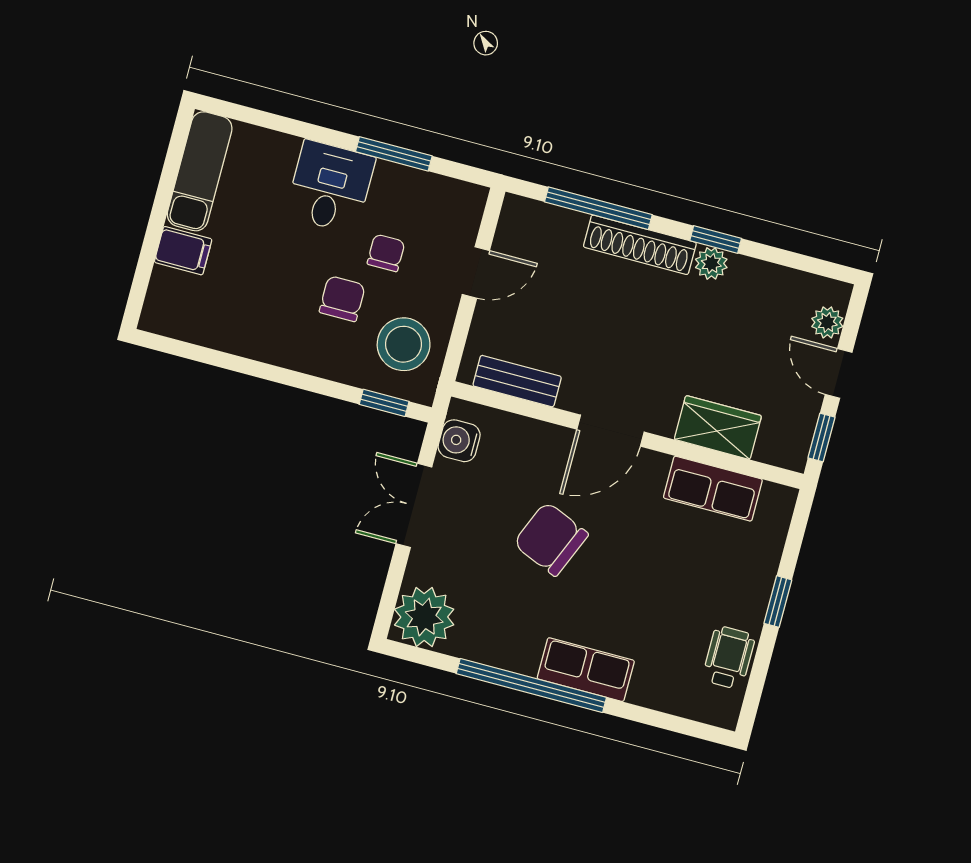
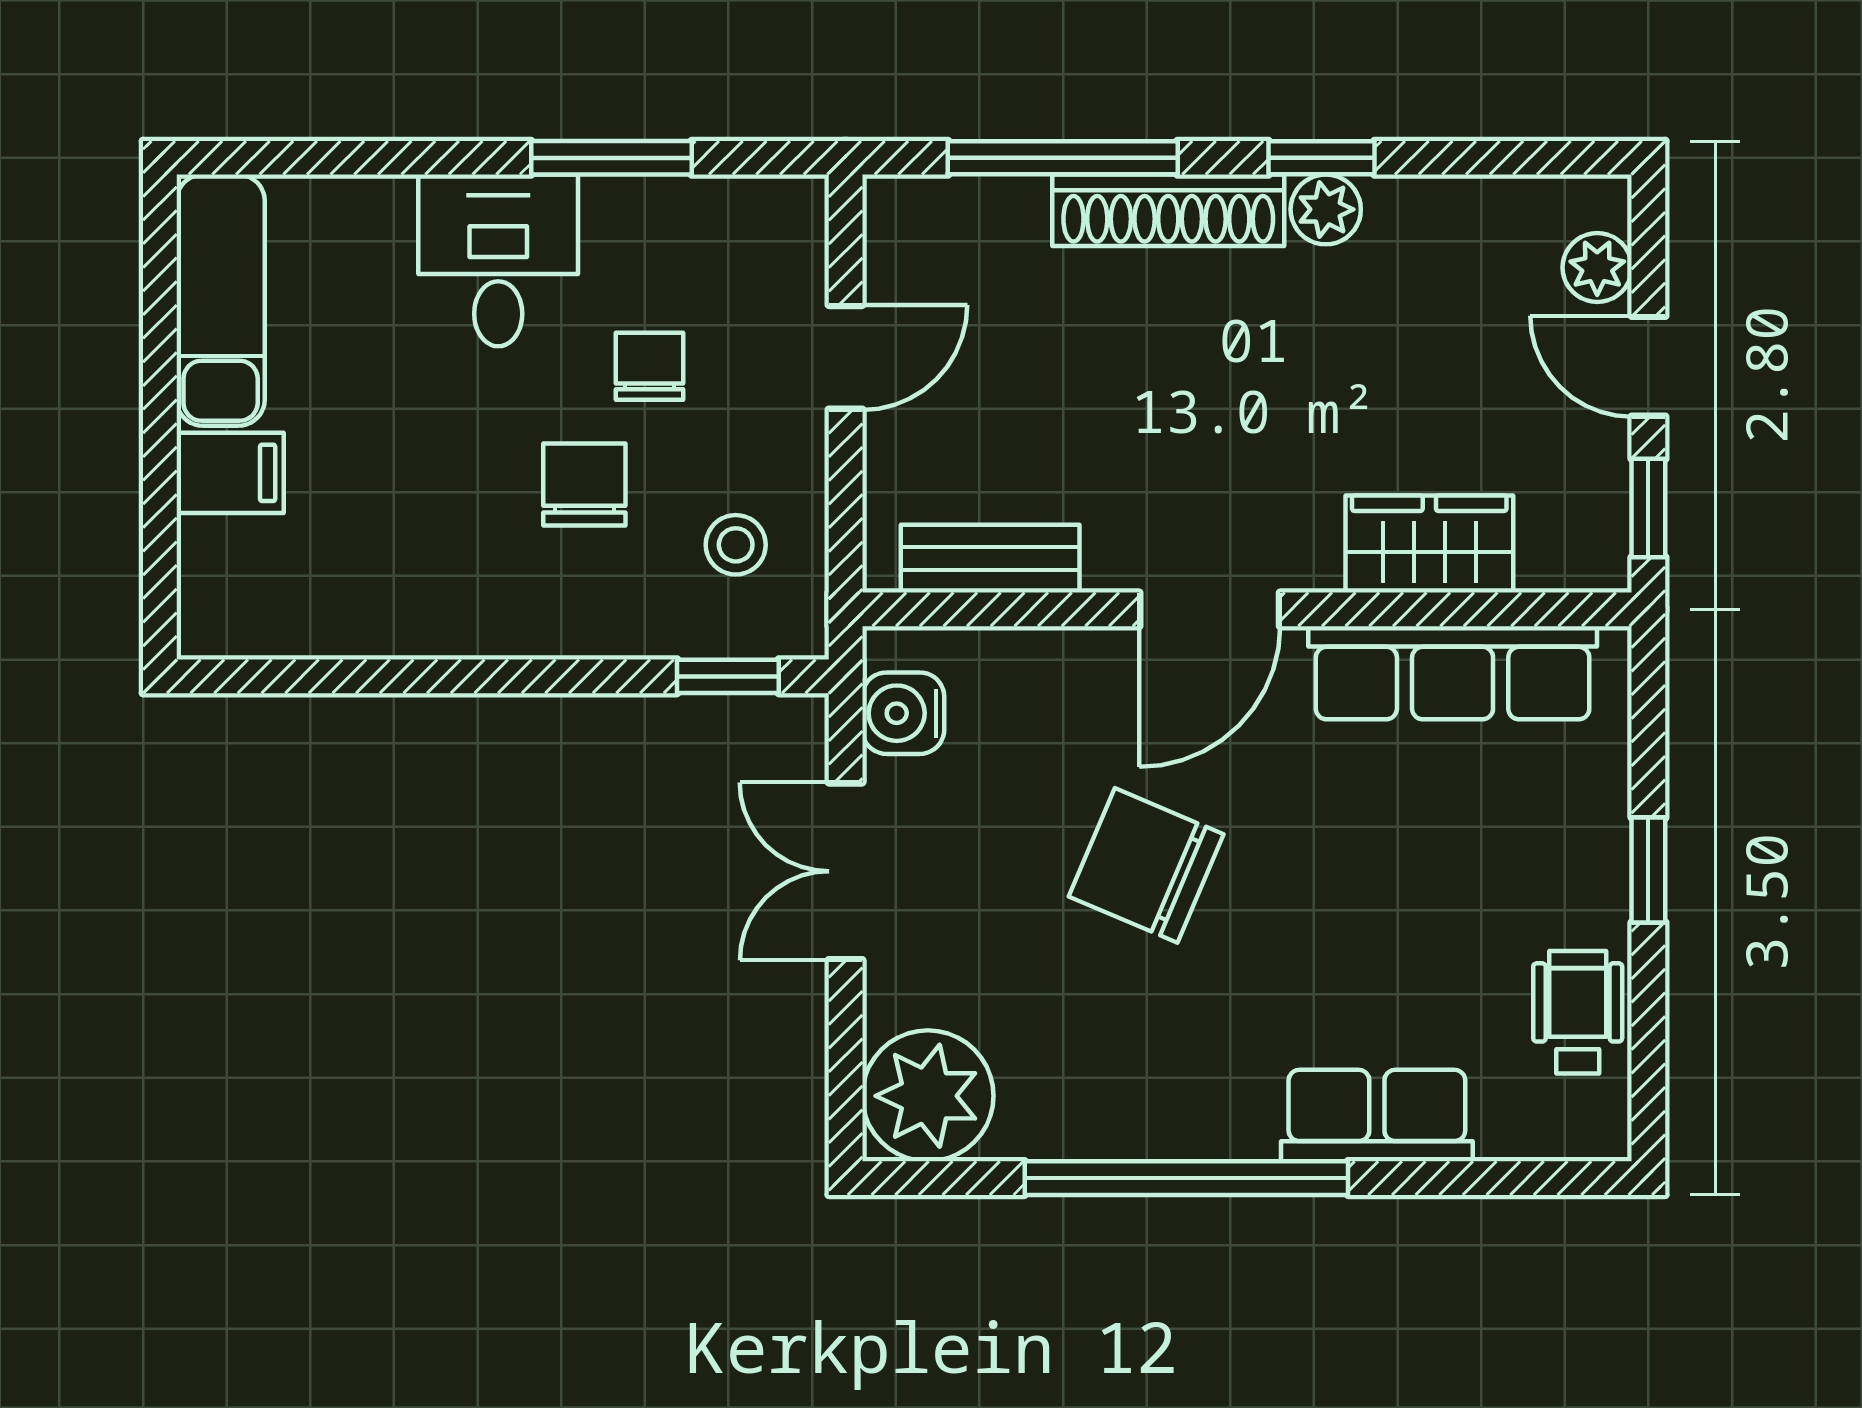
stool: (404, 344) -> (736, 545), width x0.53, depth x0.53
row of seats: (713, 489) -> (1453, 673), width x1.48
row of seats: (586, 670) -> (1377, 1116), moved

